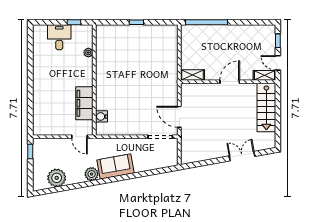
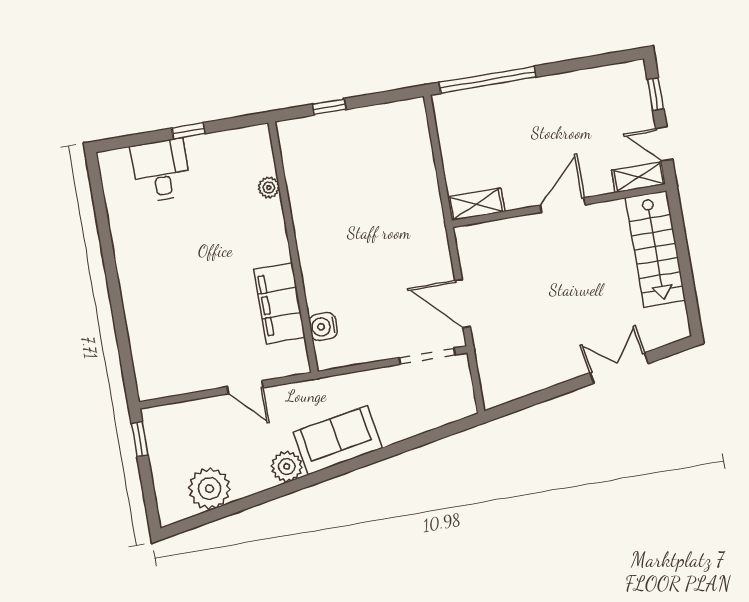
plant: (88, 53) -> (269, 187), moved
wall: (94, 80) -> (293, 247), moved
filing cabinet: (84, 103) -> (279, 303), moved
water cooler: (101, 116) -> (323, 327), moved

